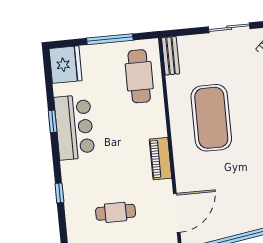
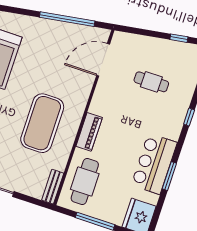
window: (53, 121) -> (169, 176), width x1.50
piano: (161, 159) -> (89, 132), moved

